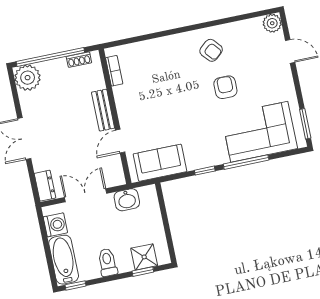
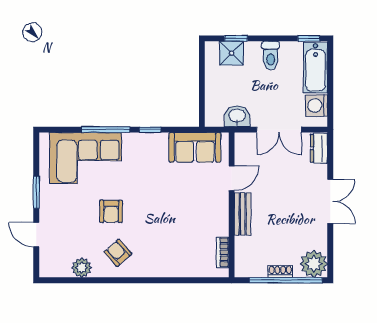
plant: (272, 23) -> (82, 268), moved
shoe rack: (79, 60) -> (280, 271), moved
window: (305, 124) -> (36, 192), moved

